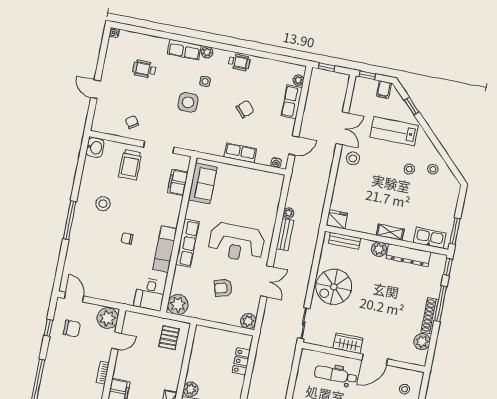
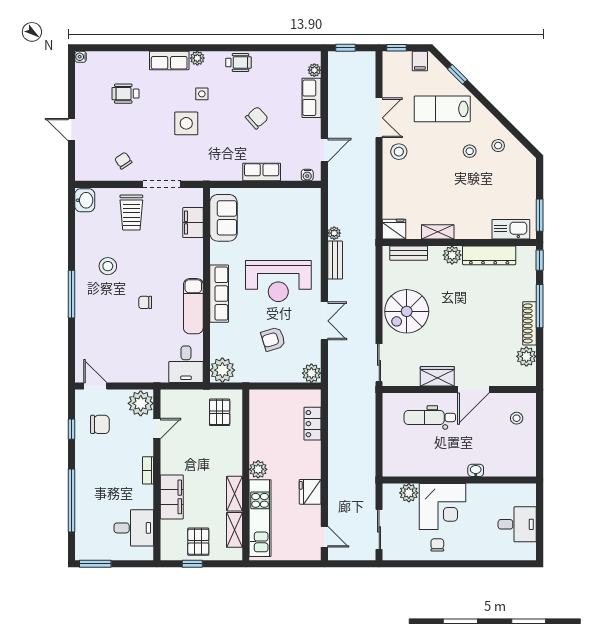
shelving: (390, 232) -> (438, 232), moved

